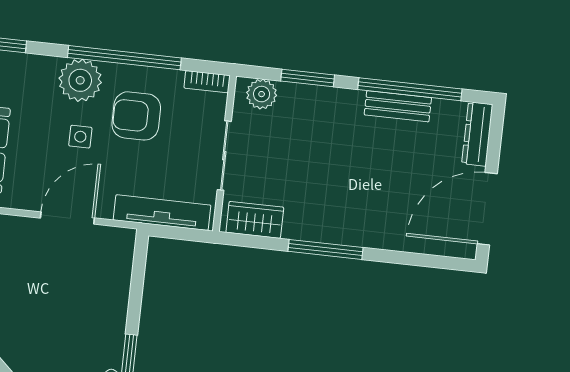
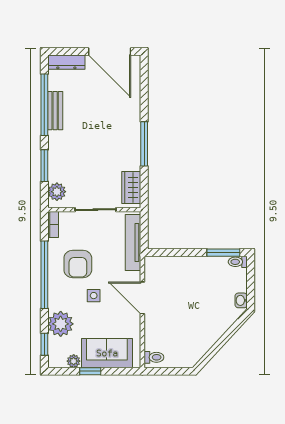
plant: (80, 80) -> (61, 324), moved

